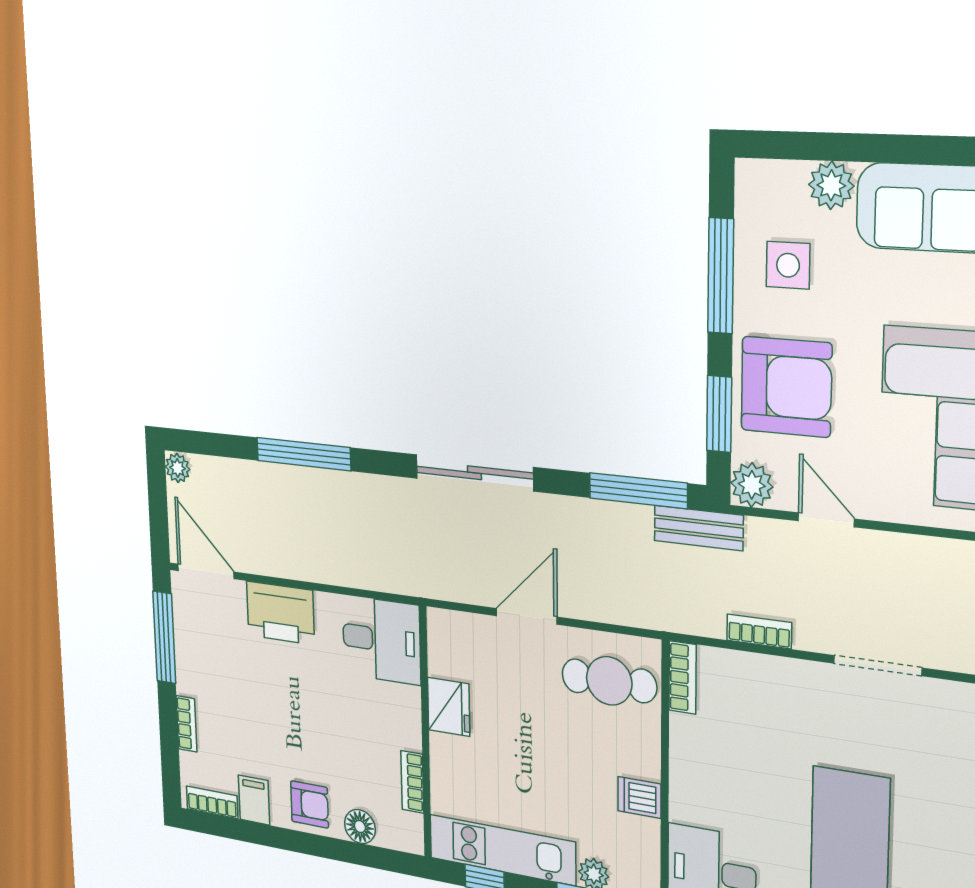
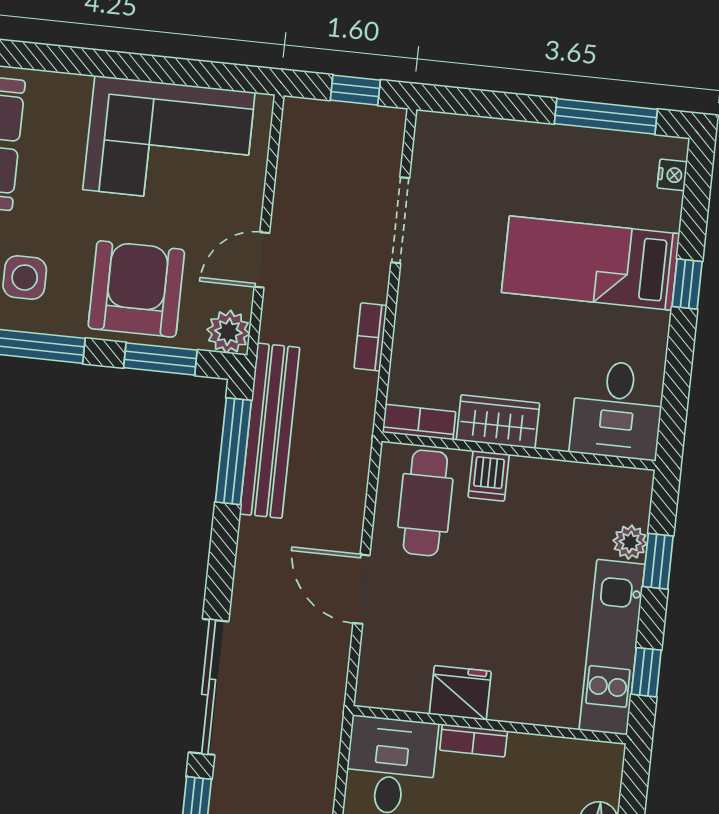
sliding door: (474, 473) -> (209, 687), moved
bench: (699, 528) -> (270, 431), width x1.86, depth x1.21
wardrobe: (690, 755) -> (498, 422), added
bookcase: (412, 782) -> (474, 741), moved
dishwasher: (639, 797) -> (489, 476), moved

